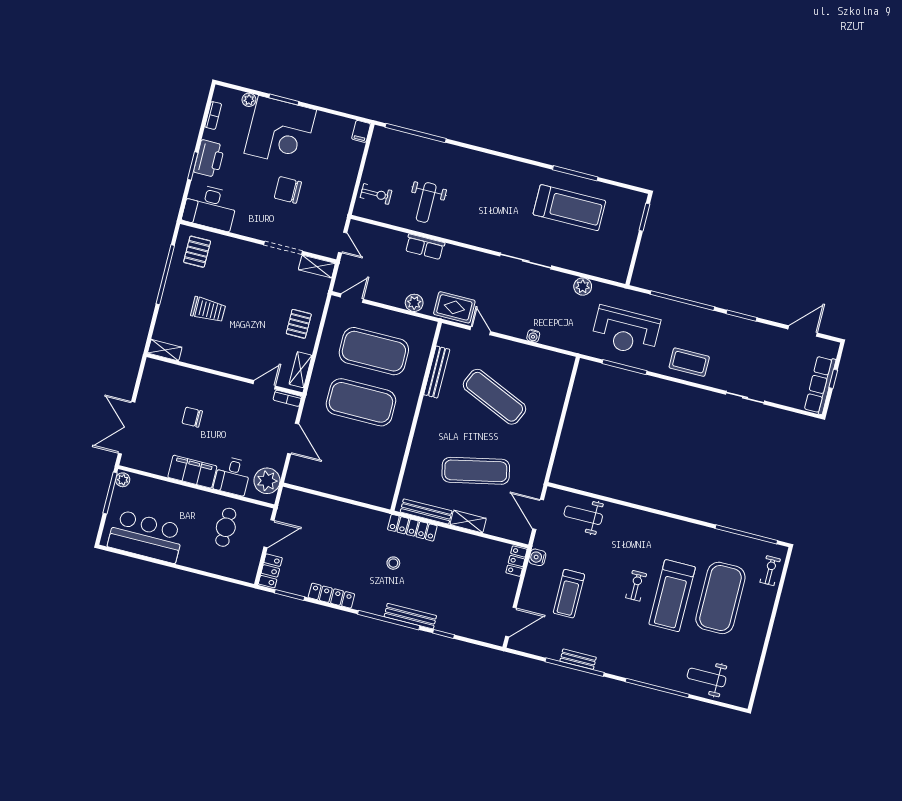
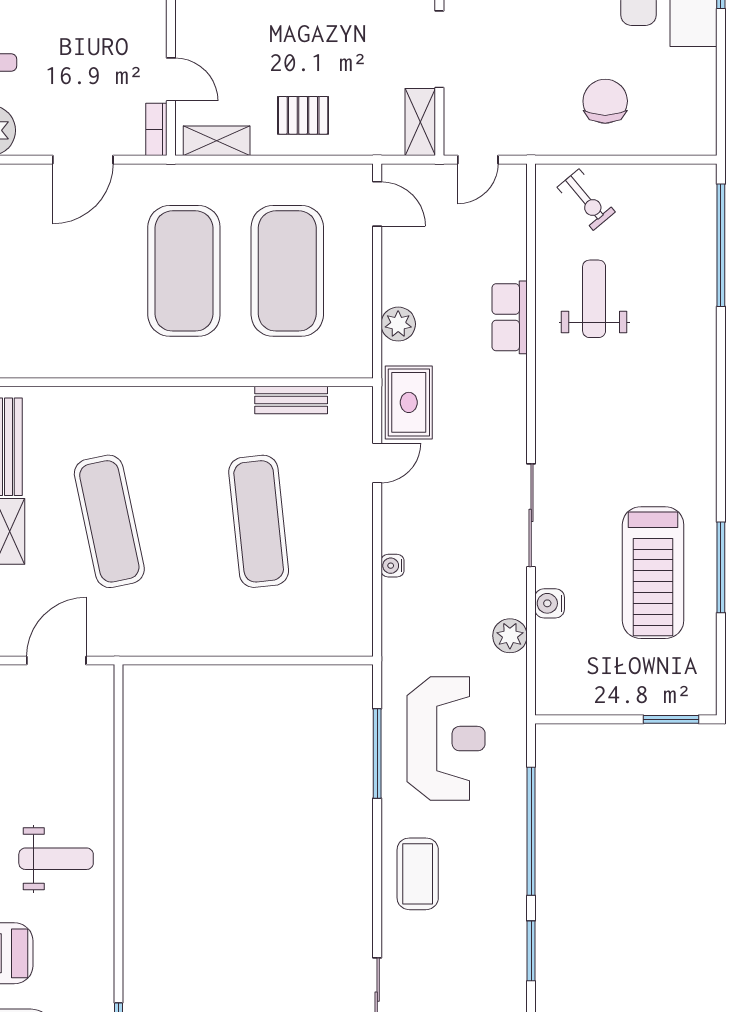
filing cabinet: (361, 131) -> (698, 141), removed
chair: (288, 190) -> (605, 101), moved
exercise bike: (376, 194) -> (586, 200), turned -40
weight bench: (426, 203) -> (594, 299), turned 90
water cooler: (572, 263) -> (550, 603), added
reception desk: (626, 331) -> (446, 739), turned 180
bench: (437, 372) -> (291, 400), width x0.73
exercise mat: (494, 397) -> (259, 521), turned -30
weight bench: (583, 515) -> (56, 859), moved, turned 90

